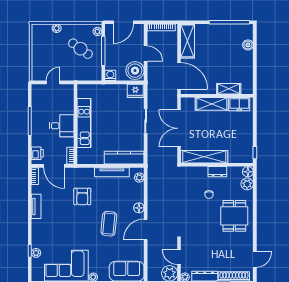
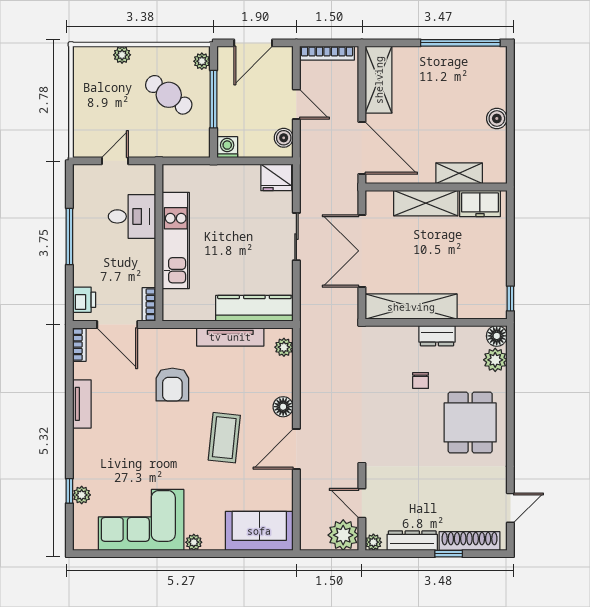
boiler: (248, 45) -> (497, 118), moved
boiler: (135, 71) -> (284, 138), width x0.54, depth x0.54
desk: (62, 126) -> (132, 216), moved

